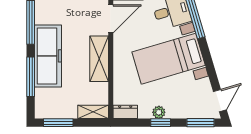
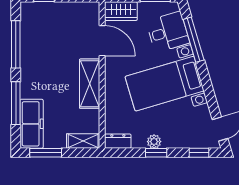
door: (111, 19) -> (102, 41), hinge flipped
freezer: (48, 56) -> (32, 124), moved, width x0.73, depth x0.79
window: (201, 123) -> (199, 153), width x0.67

